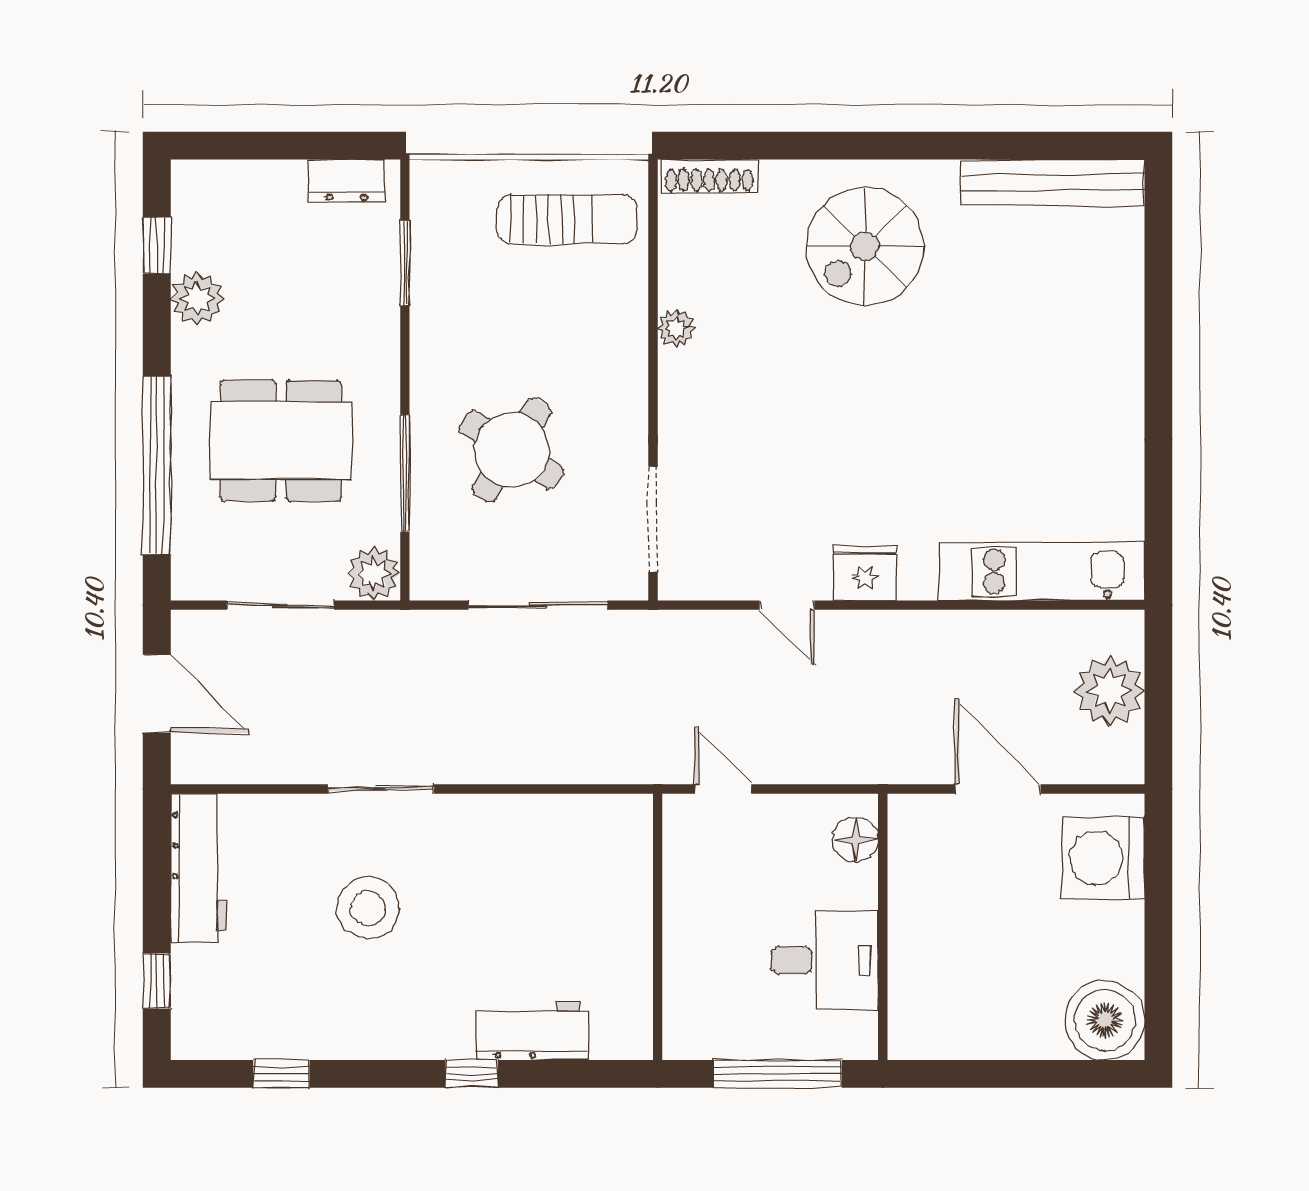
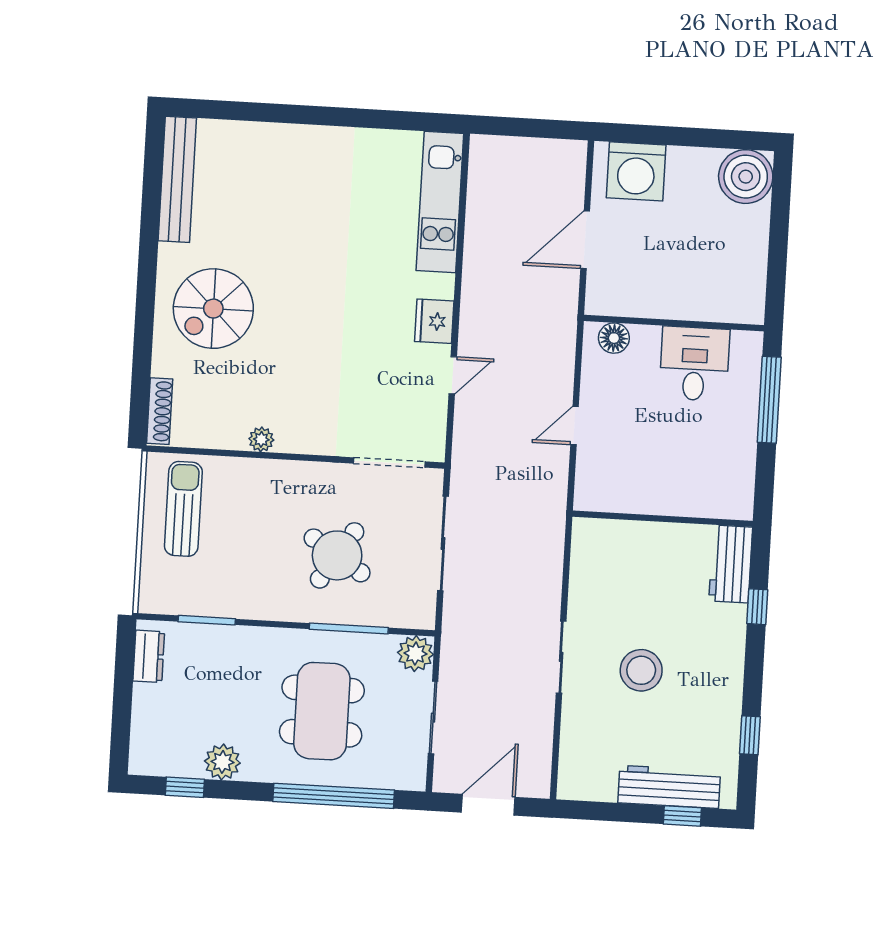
spiral stairs: (865, 246) -> (213, 309), turned 90
plant: (1110, 691) -> (523, 161), removed
workbench: (199, 868) -> (669, 787), moved
wall: (658, 927) -> (663, 519), moved

